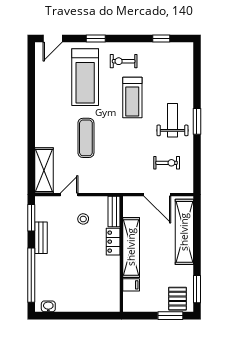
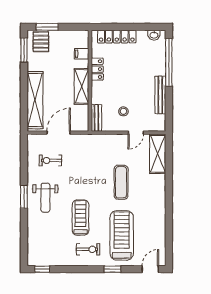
window: (161, 39) -> (42, 269), moved
door: (157, 195) -> (59, 133), hinge flipped
window: (31, 218) -> (169, 112), removed
bench: (41, 238) -> (160, 95), width x1.36
locker: (113, 242) -> (97, 69), moved
shelving: (131, 247) -> (82, 86), width x0.68
locker: (91, 305) -> (117, 37), added

